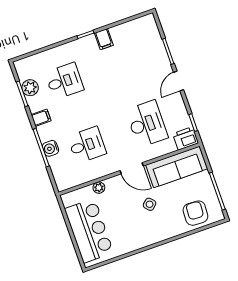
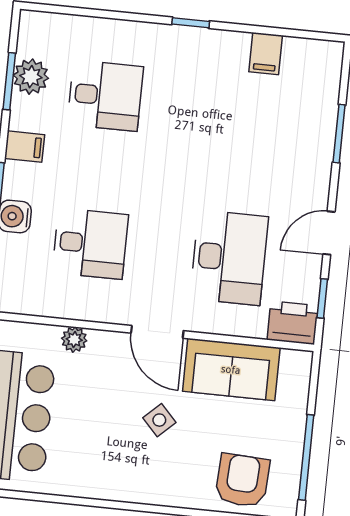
filing cabinet: (104, 39) -> (266, 54), moved
door: (179, 81) -> (329, 233), moved
sofa: (177, 167) -> (231, 370), width x0.73

